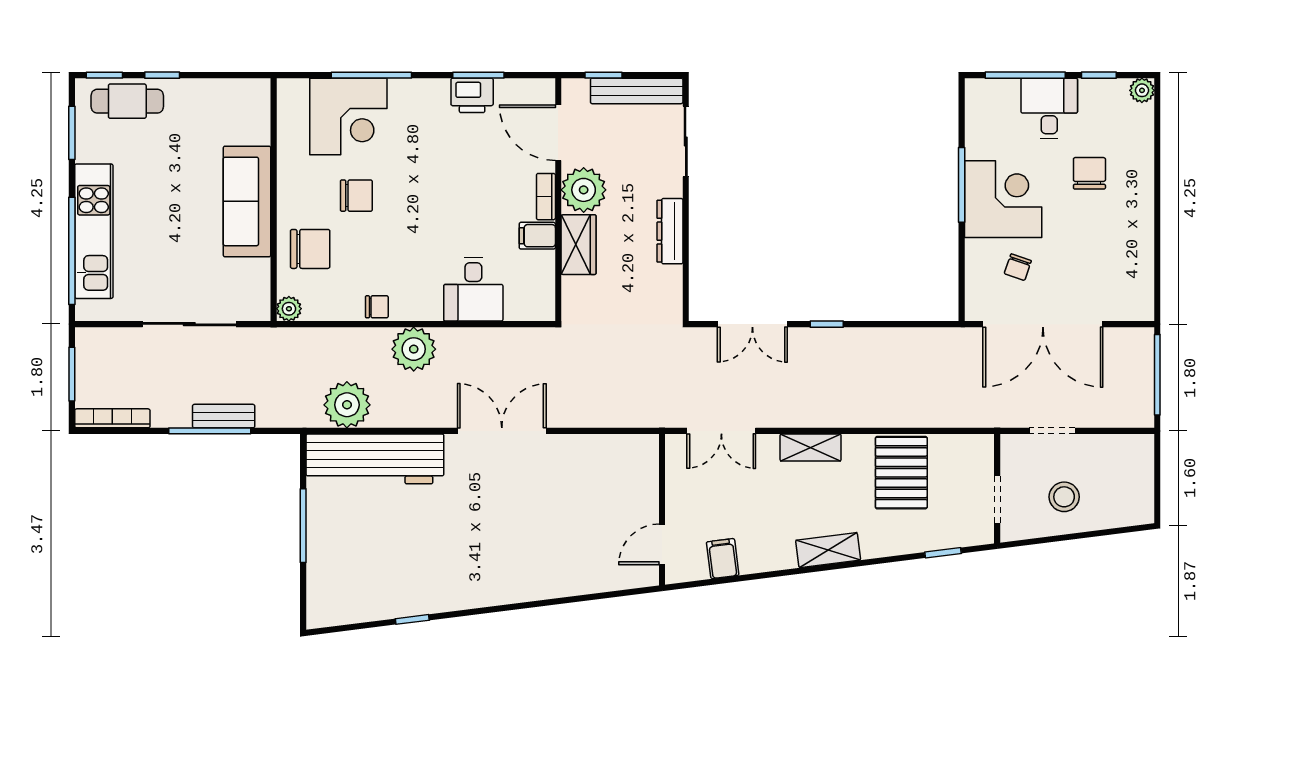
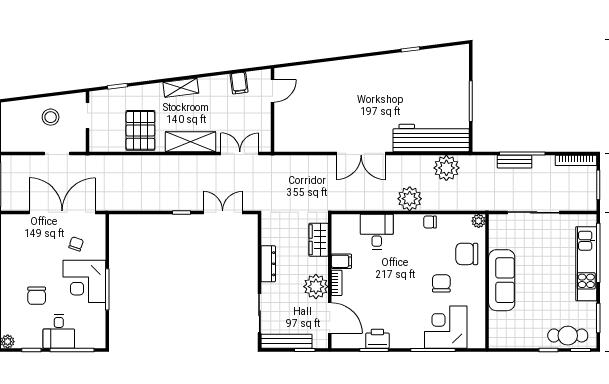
chair: (356, 196) -> (441, 283), turned 90
wardrobe: (579, 245) -> (319, 240), moved
shelving: (811, 448) -> (191, 142), width x1.50, depth x1.33

